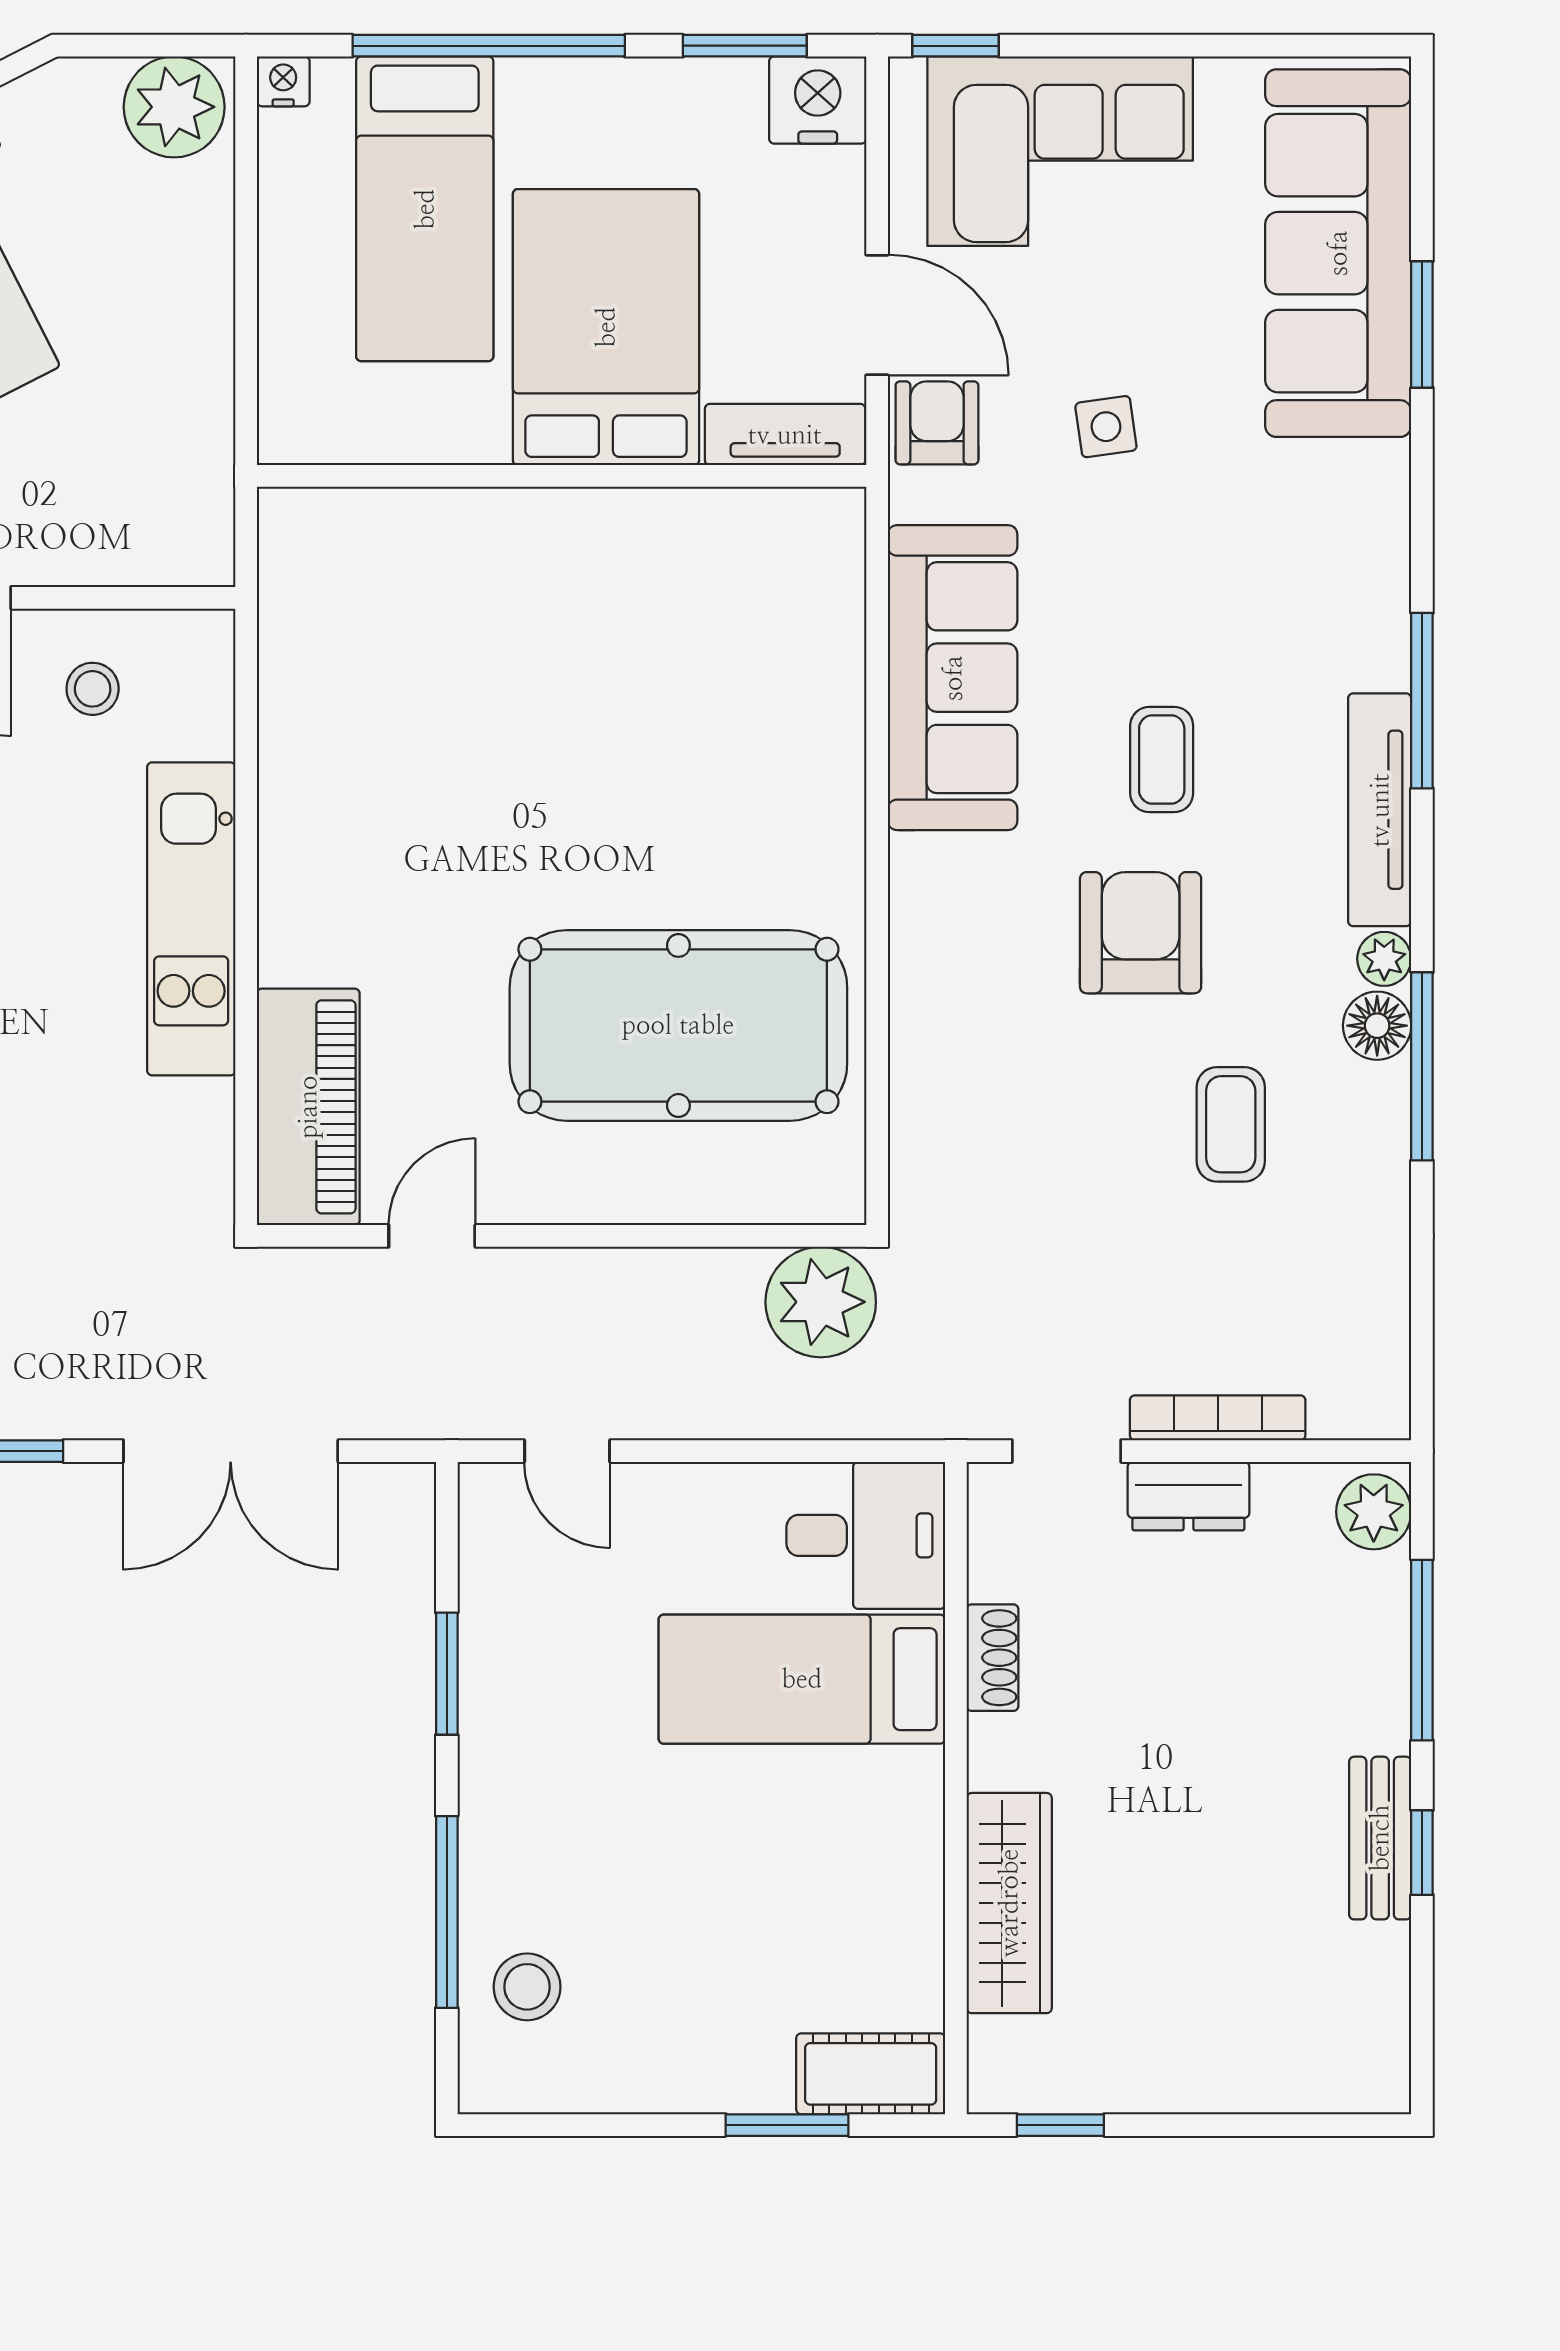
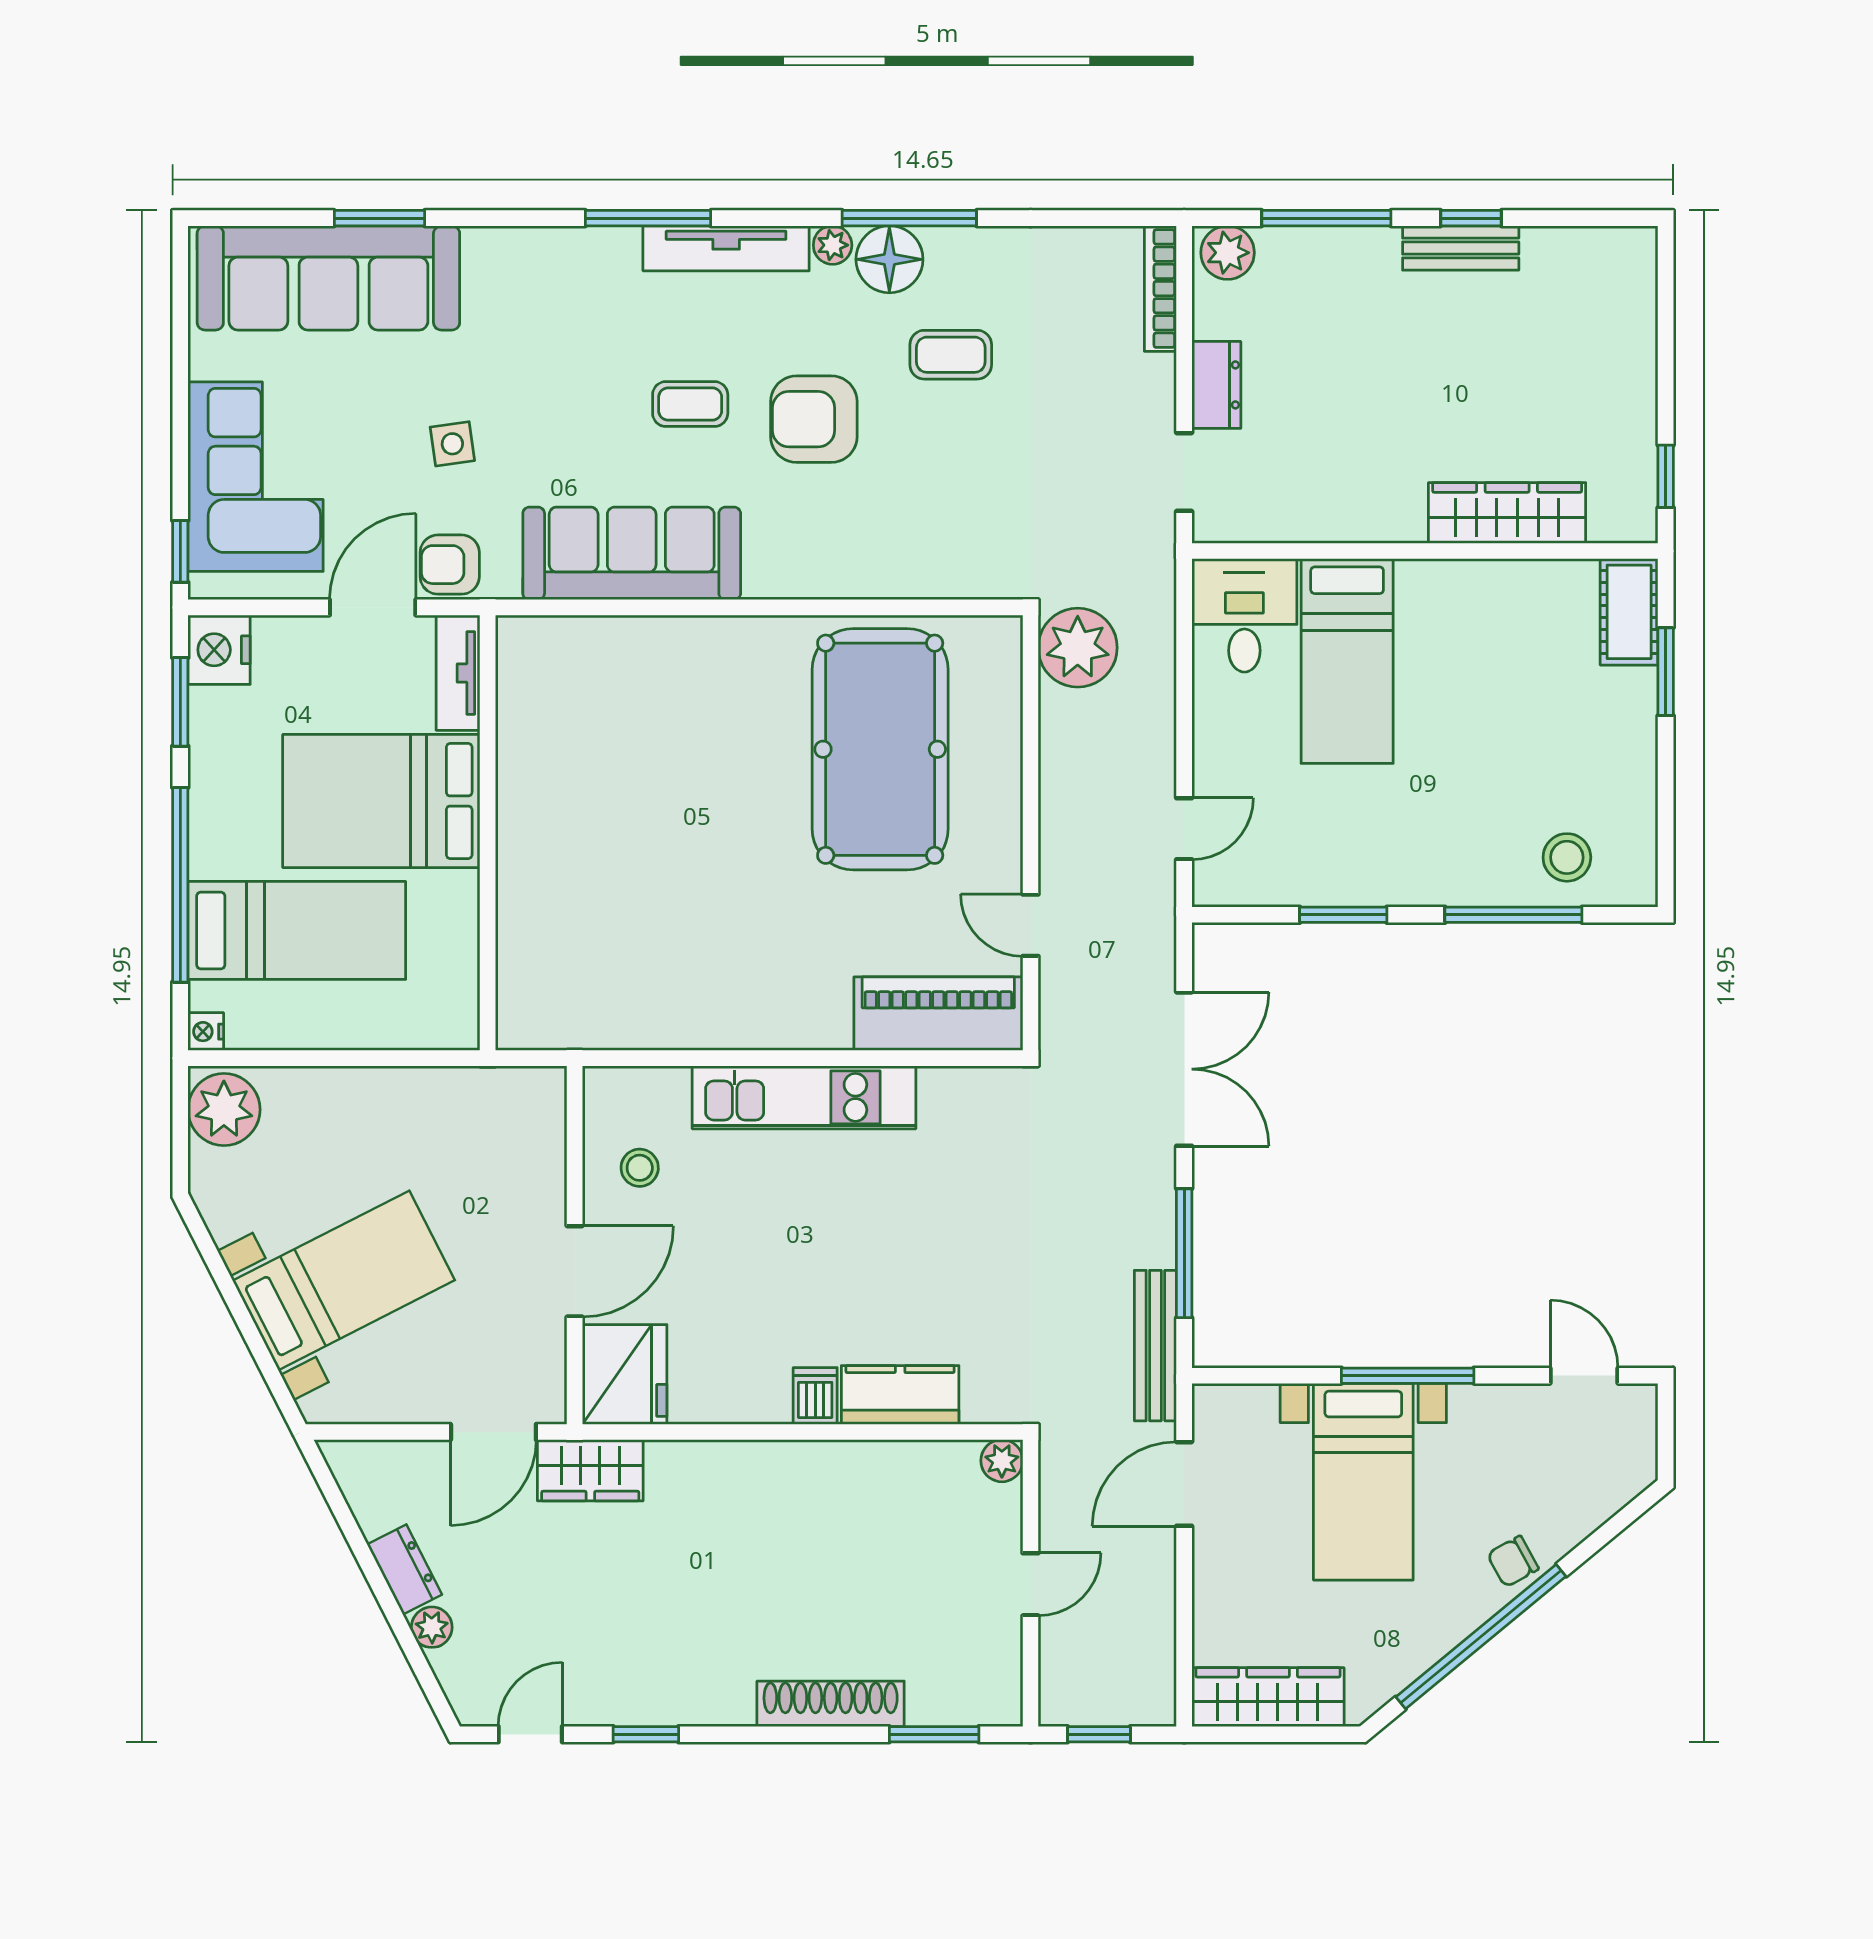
floor lamp: (1377, 1026) -> (889, 259), width x1.38, depth x1.38
bookcase: (1218, 1418) -> (1160, 289), moved
shoe rack: (993, 1658) -> (1332, 525), removed

